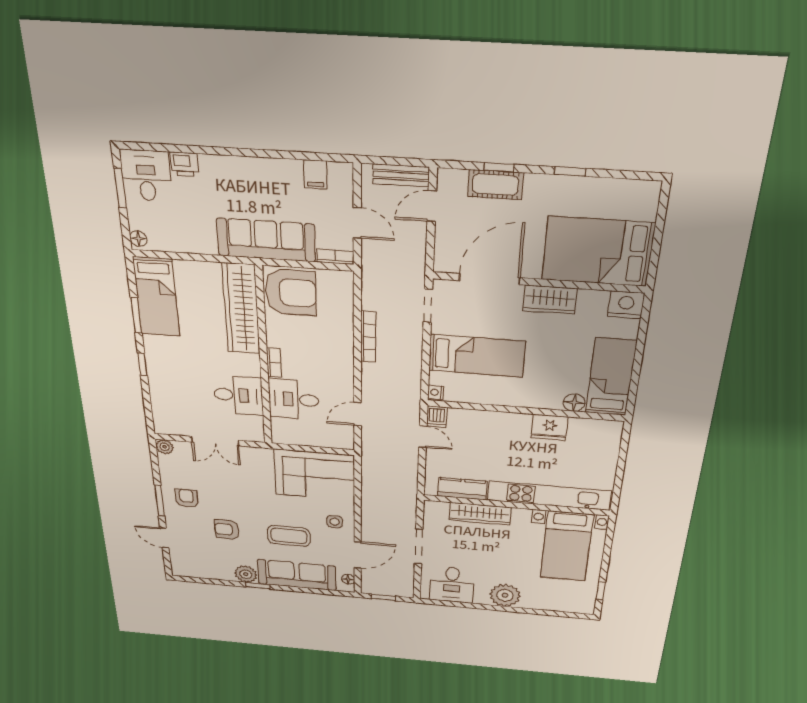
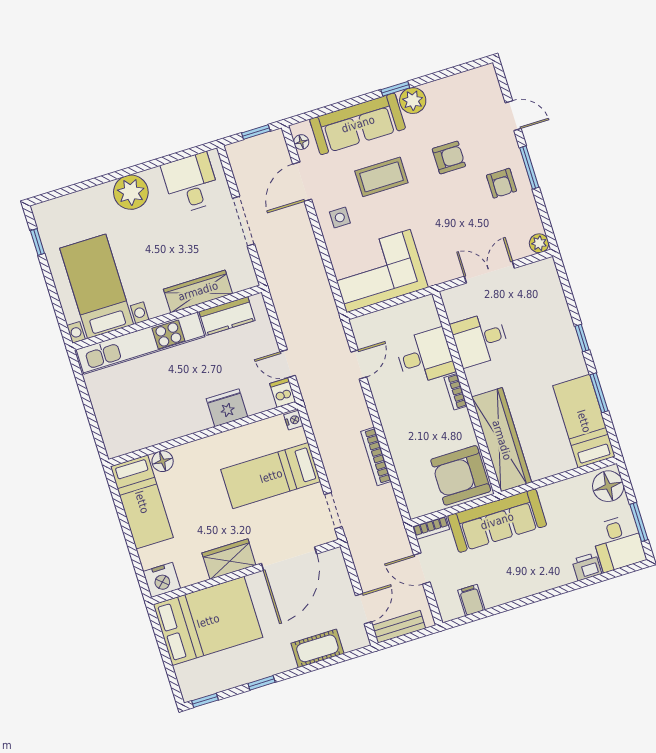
window: (499, 167) -> (205, 700), moved
floor lamp: (138, 239) -> (608, 486), width x1.89, depth x1.89
fridge: (549, 427) -> (227, 408), moved

